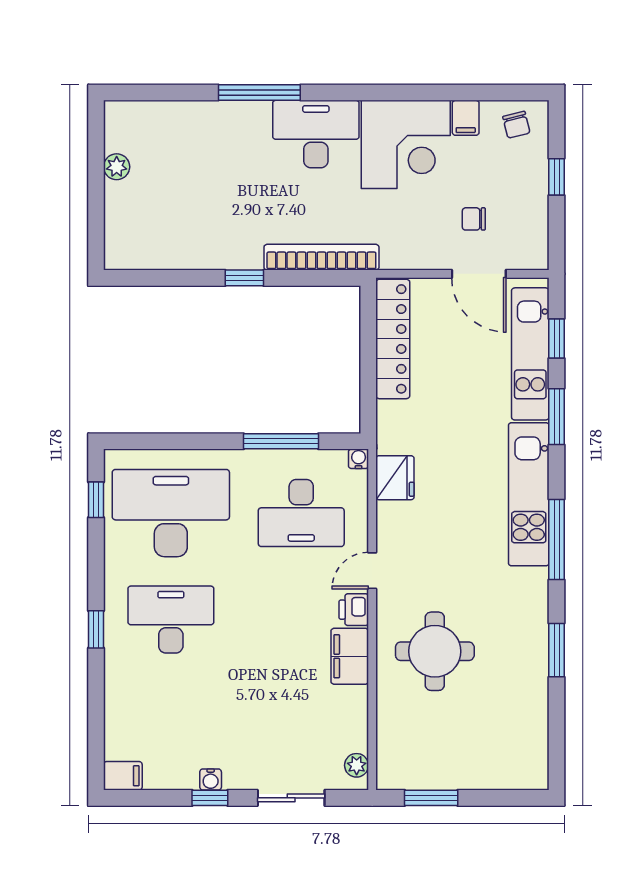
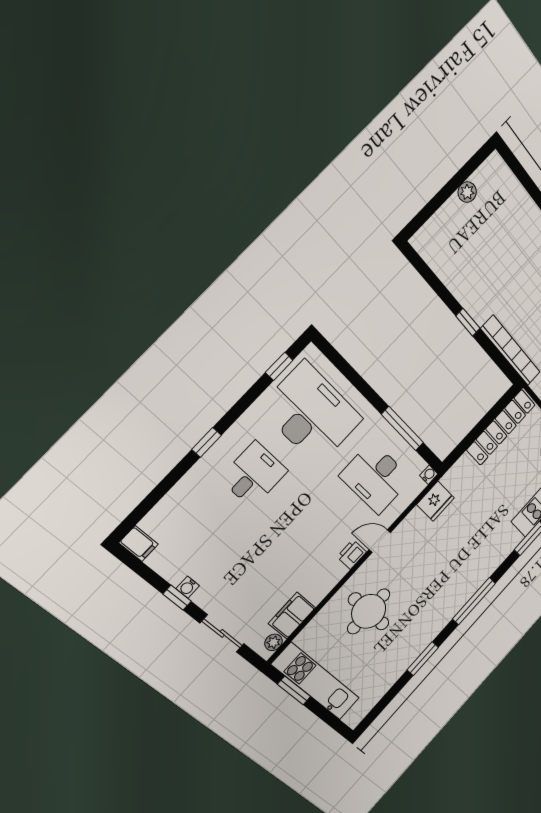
kitchen unit: (529, 494) -> (316, 681), moved, turned 90
desk: (171, 620) -> (254, 475), width x0.73
filing cabinet: (350, 656) -> (292, 616), moved

